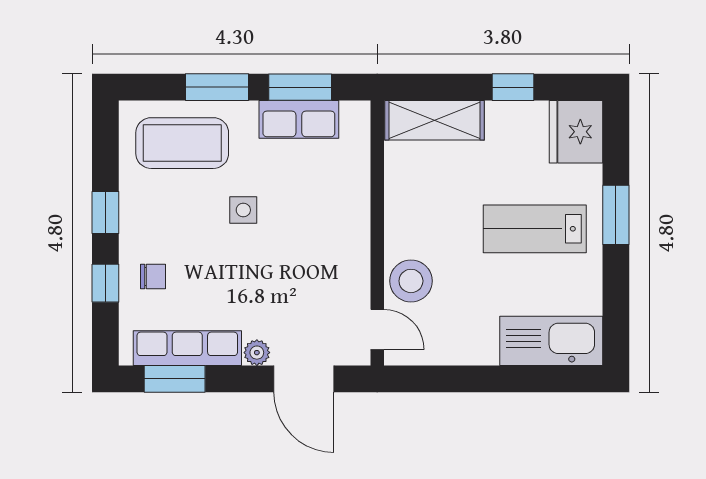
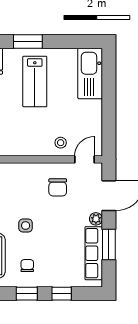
chair: (320, 275) -> (58, 187), added
chair: (153, 277) -> (27, 266), moved
stool: (411, 281) -> (61, 143), width x0.53, depth x0.53
window: (175, 379) -> (109, 245), moved

